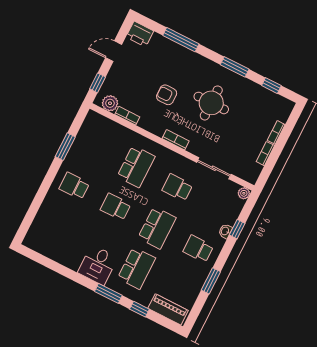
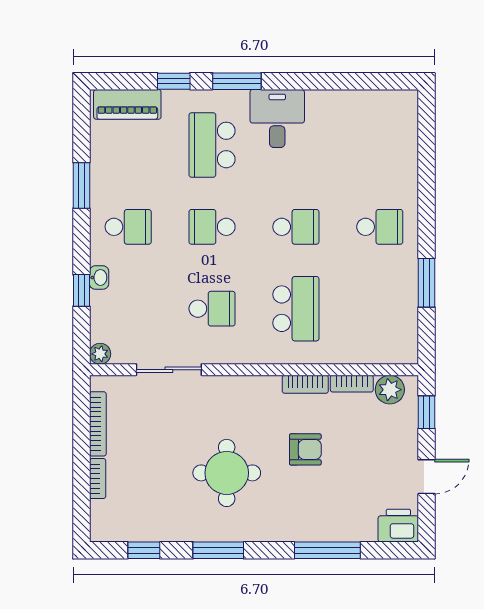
bookcase: (176, 140) -> (305, 384), moved
bookcase: (265, 154) -> (98, 424), width x1.56
school desk: (136, 167) -> (296, 309), turned 180
school desk: (157, 228) -> (212, 227), width x0.54

